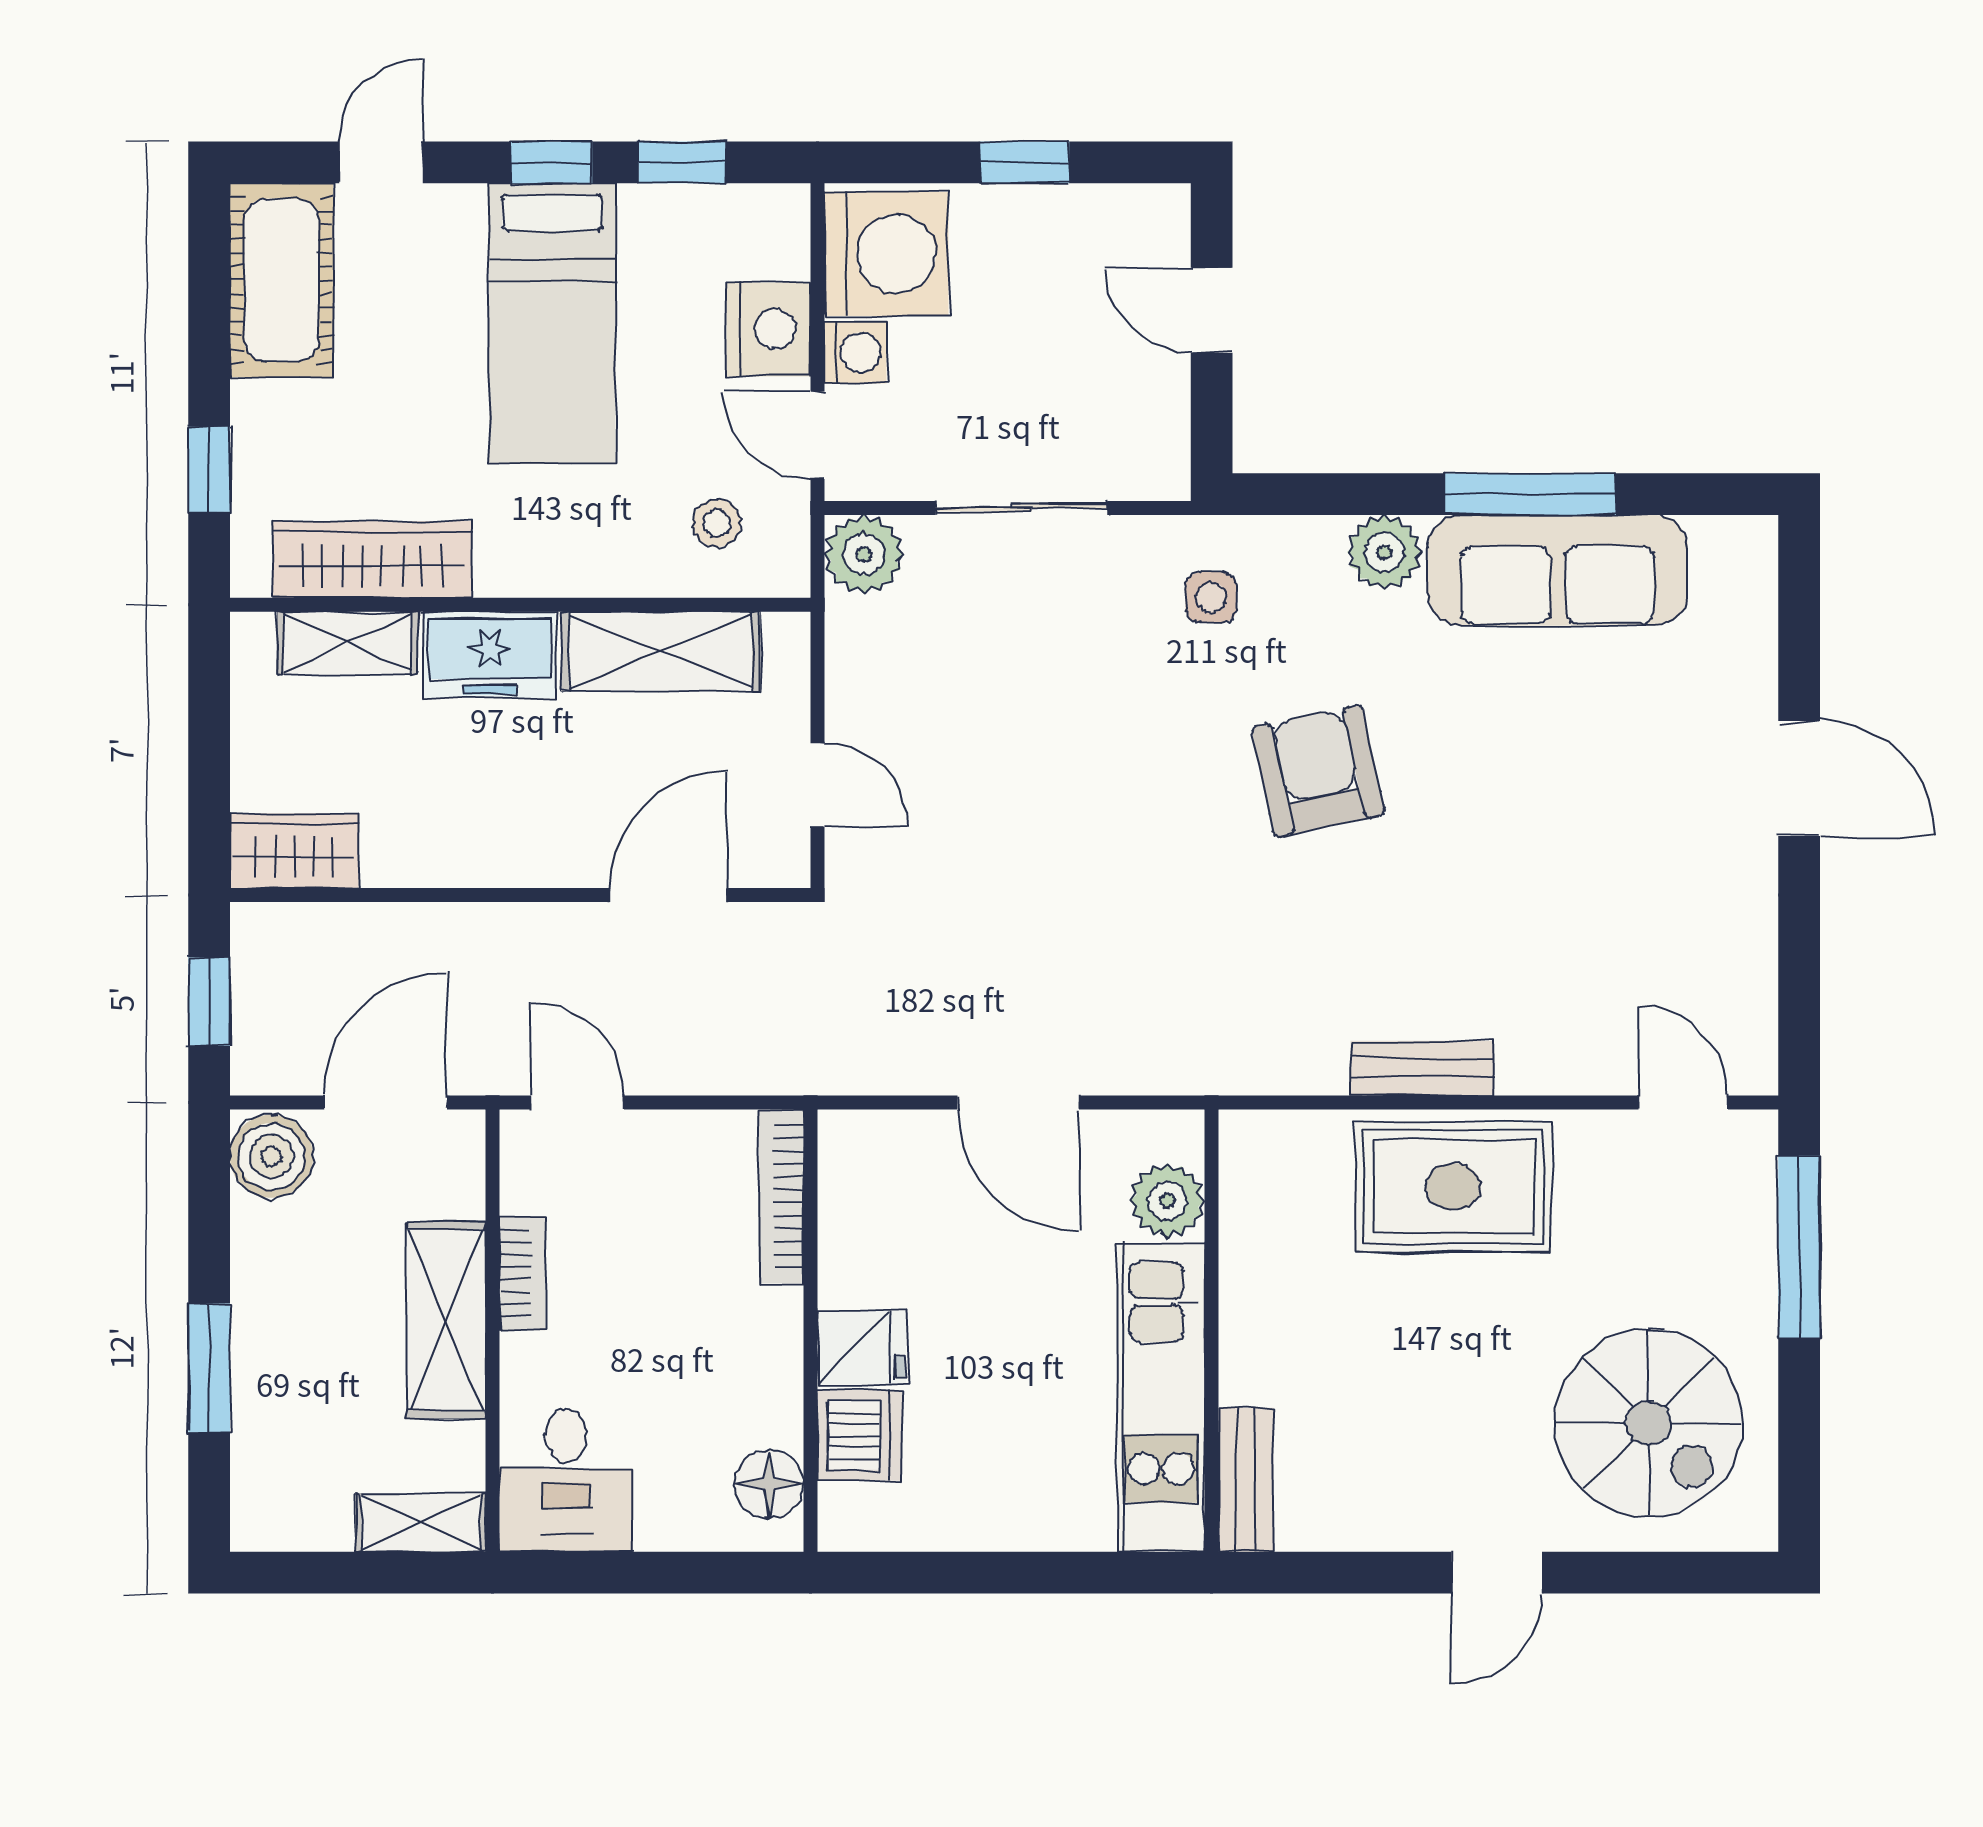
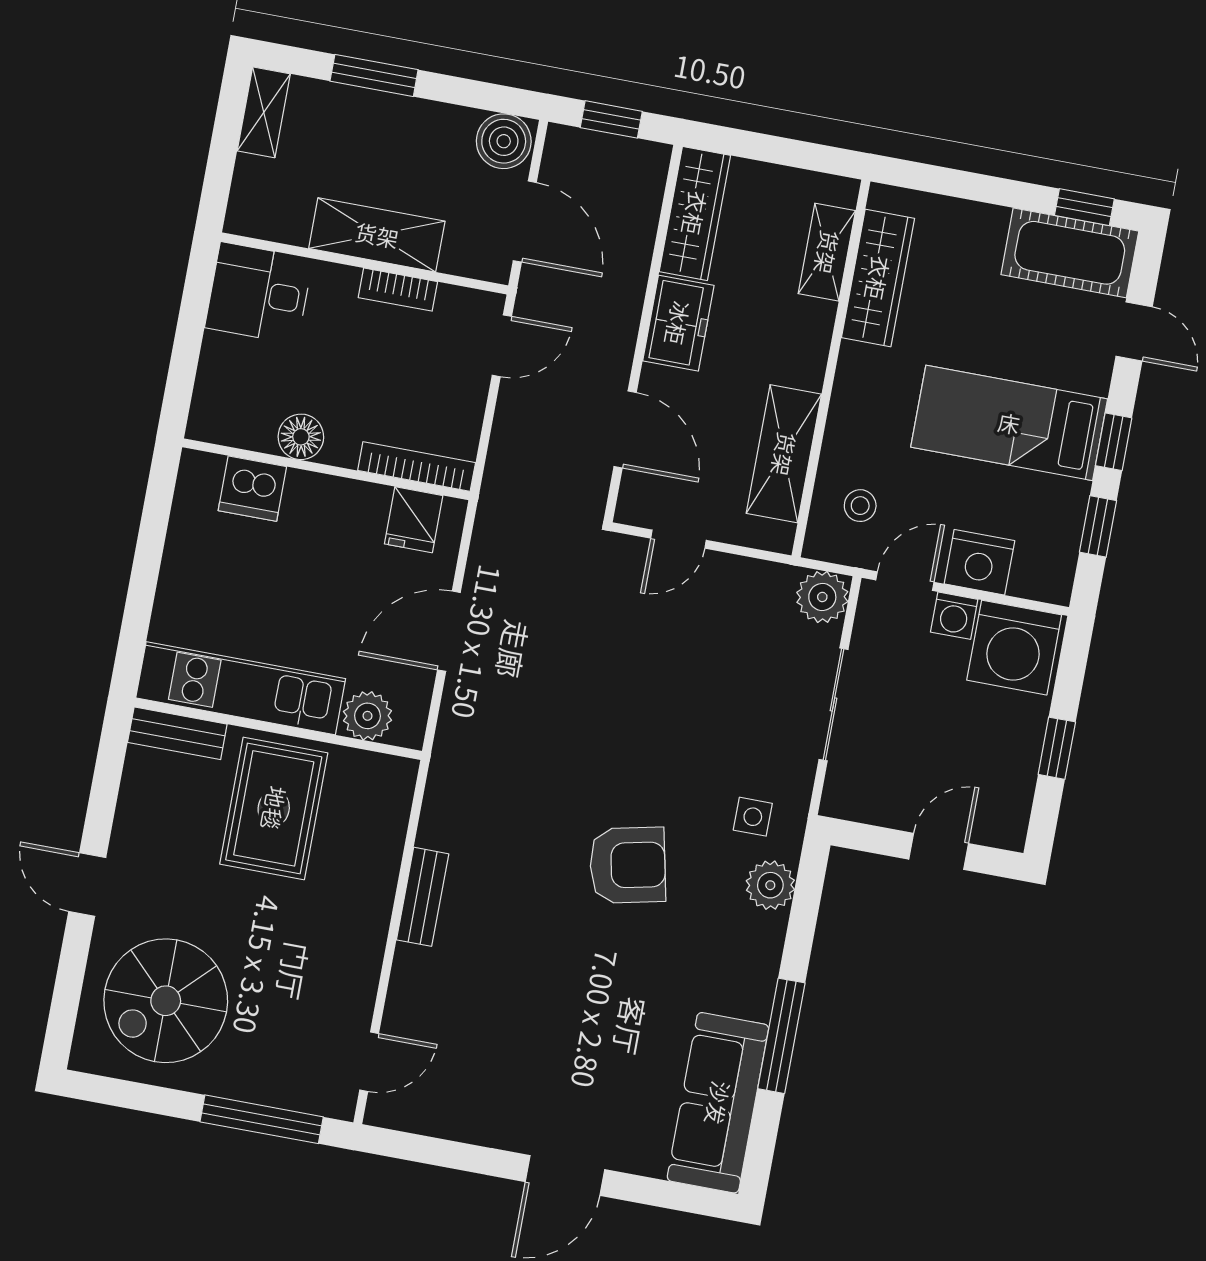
window: (209, 469) -> (1084, 207), moved
plant: (1384, 552) -> (770, 885), moved
sofa: (1558, 570) -> (718, 1103), moved
freezer: (489, 655) -> (678, 323), moved, turned 180
wardrobe: (294, 851) -> (695, 213), width x1.50
rug: (1453, 1187) -> (274, 808), moved
fridge: (862, 1348) -> (414, 520), moved
floor lamp: (769, 1484) -> (301, 437), moved
shelving: (421, 1523) -> (264, 112), moved

